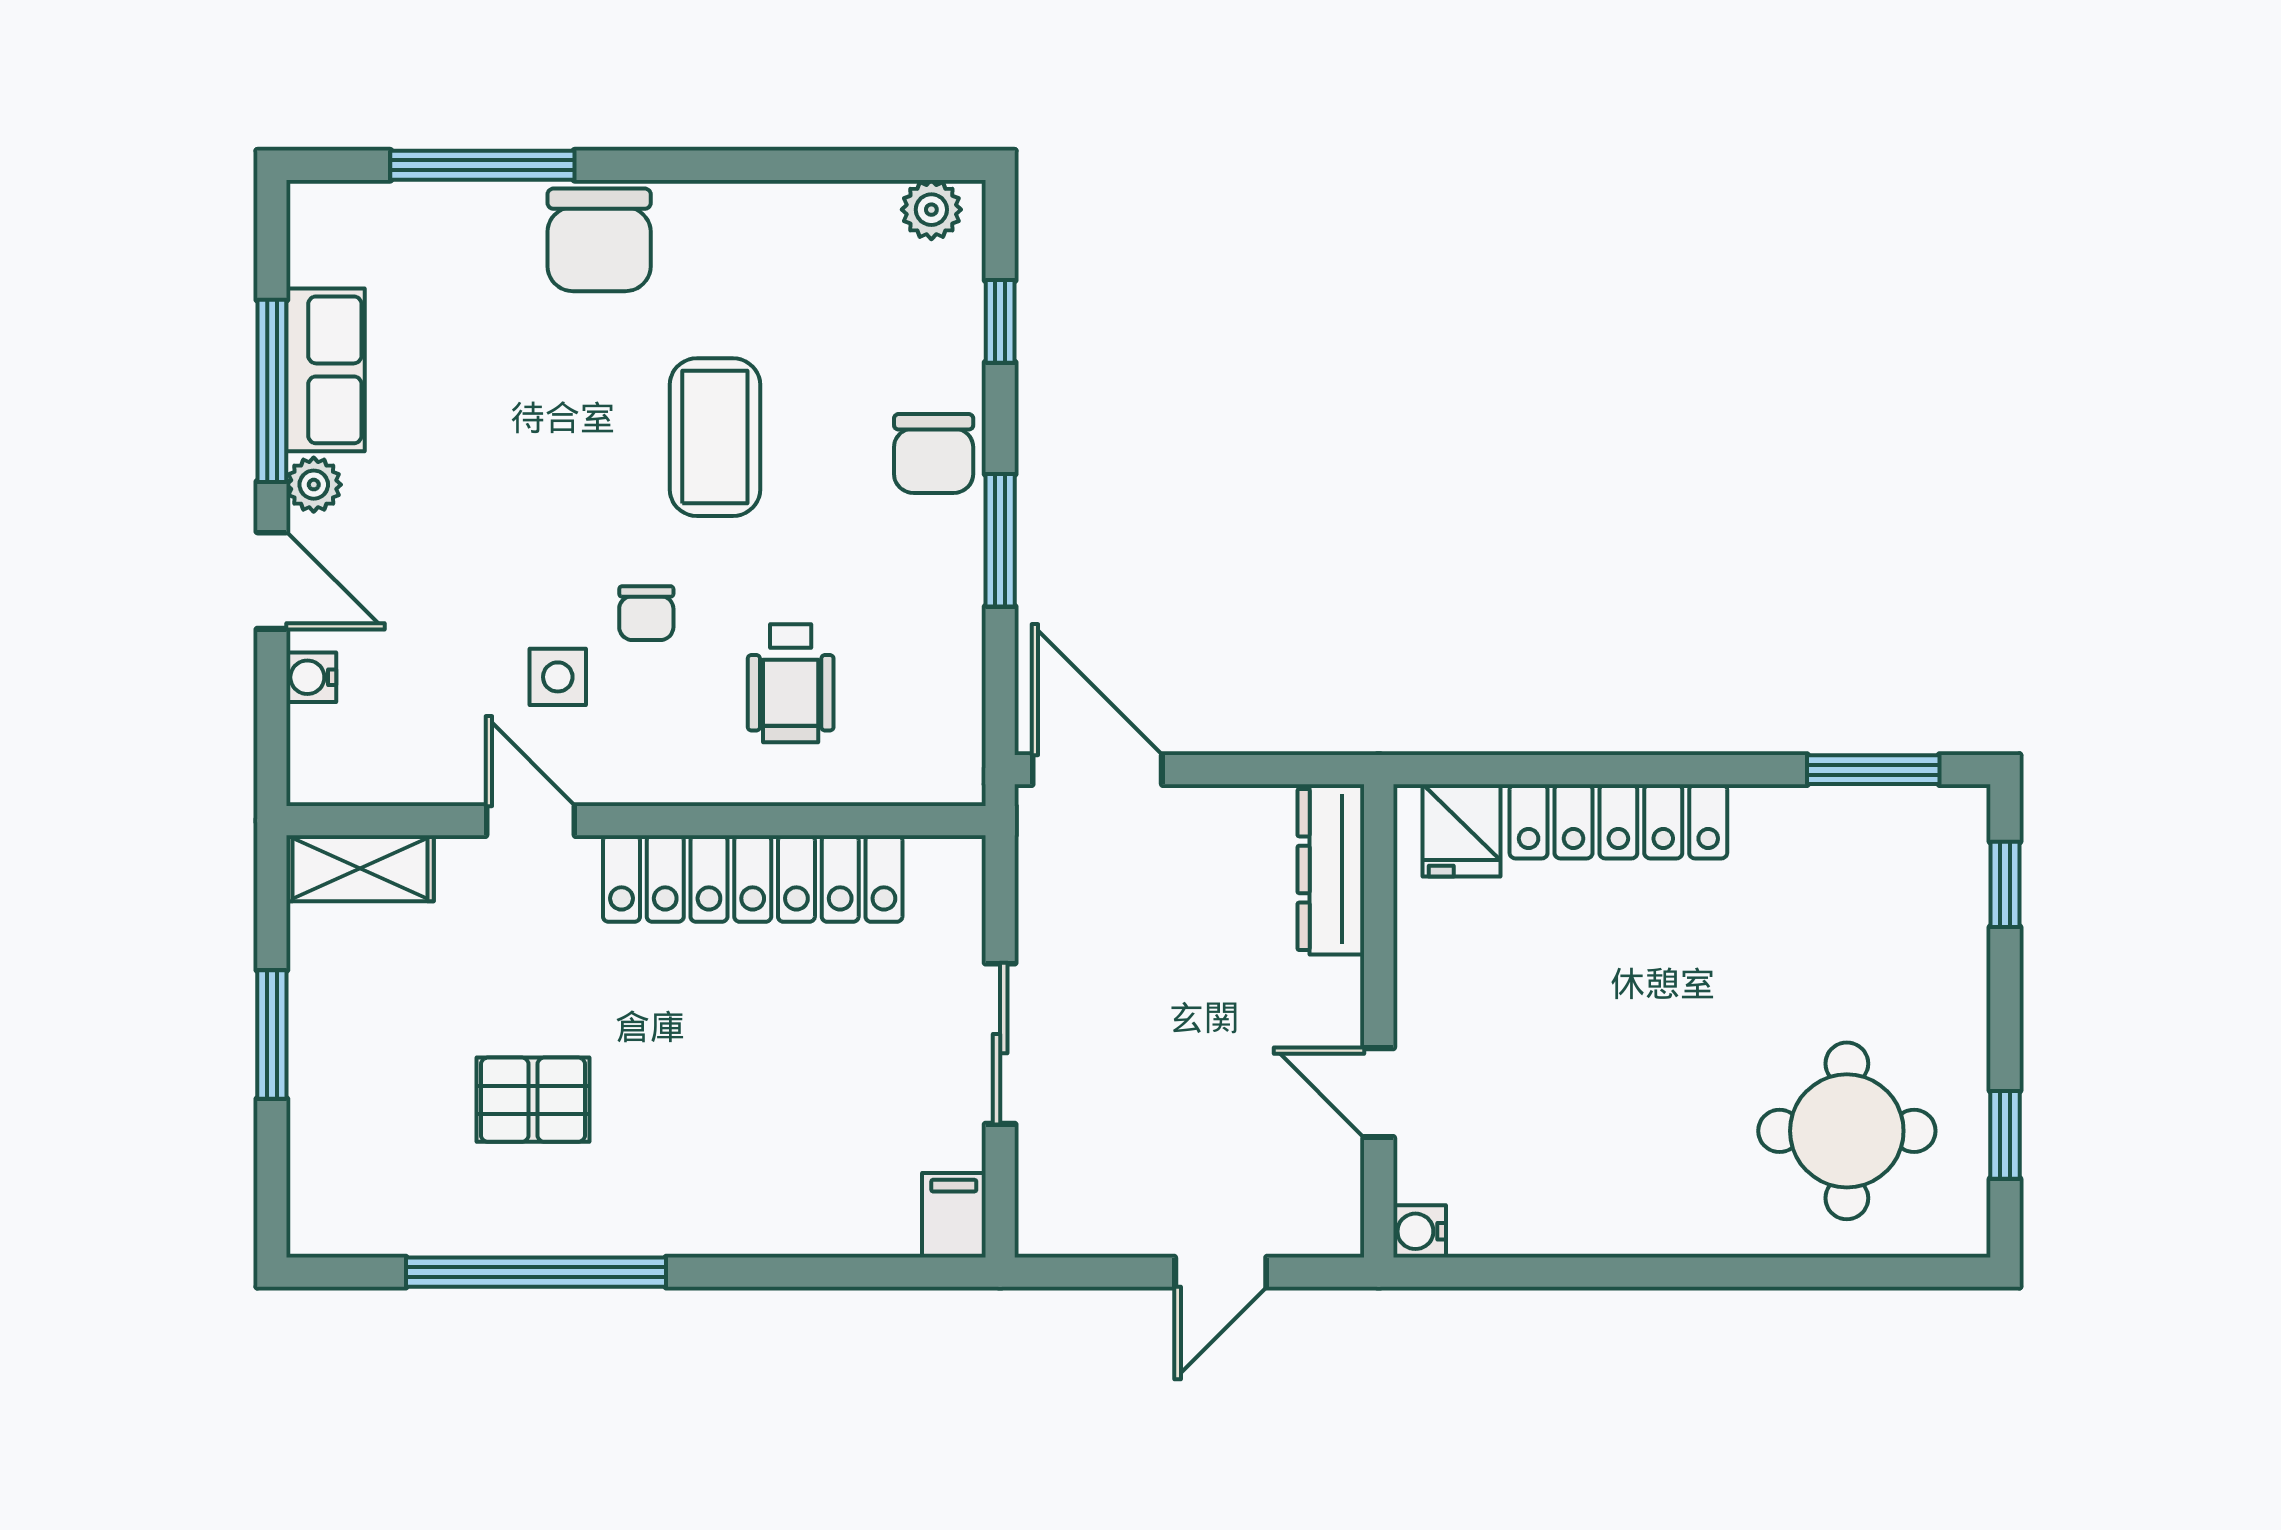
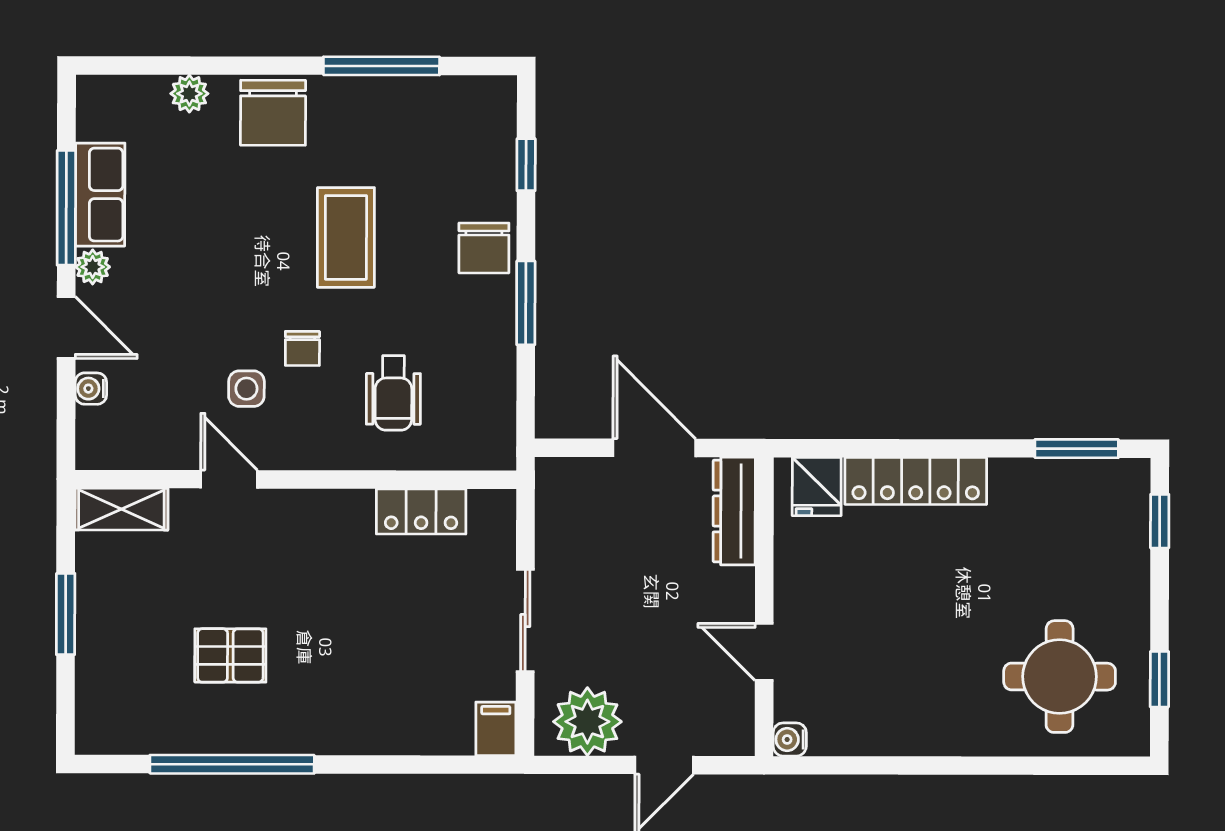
window: (482, 165) -> (381, 66), moved
plant: (931, 210) -> (189, 94), moved
door: (1097, 770) -> (654, 448), moved
locker: (753, 879) -> (421, 511), width x0.46, depth x0.83
plant: (1099, 1204) -> (587, 722), added

